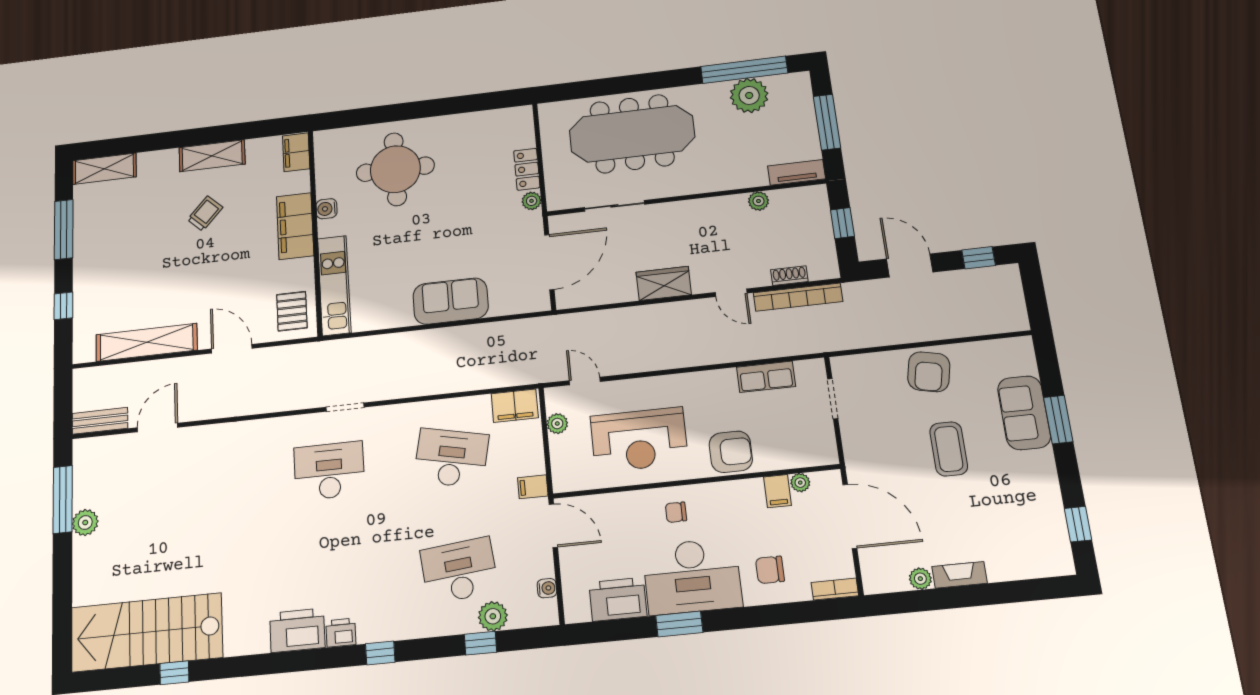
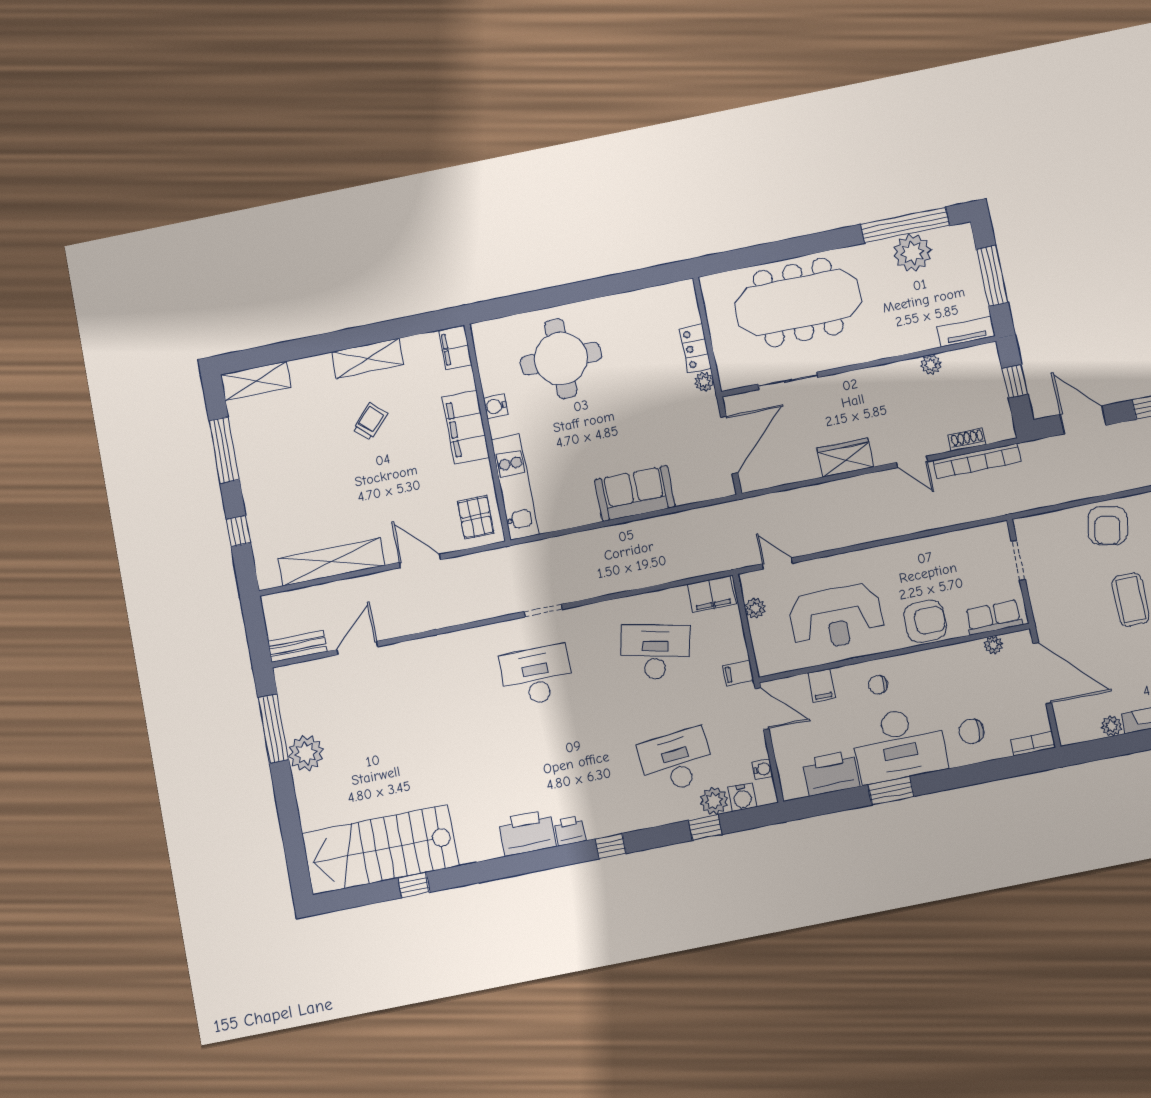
row of seats: (766, 377) -> (993, 617), moved, turned 180
filing cabinet: (777, 491) -> (821, 685), moved
plant: (85, 522) -> (306, 753), width x1.36, depth x1.36
water cooler: (523, 615) -> (742, 797), added

